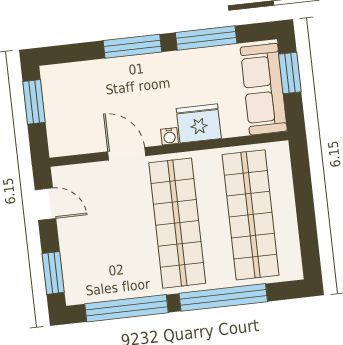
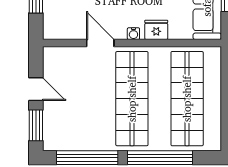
fridge: (199, 123) -> (156, 30), width x0.73, depth x0.75
door: (46, 204) -> (36, 89), moved

